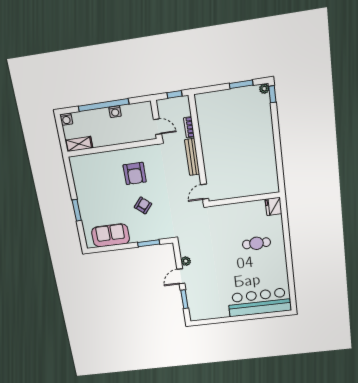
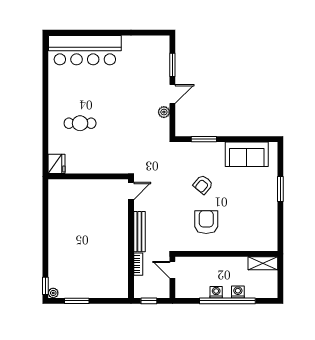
washing machine: (66, 119) -> (238, 292), moved

